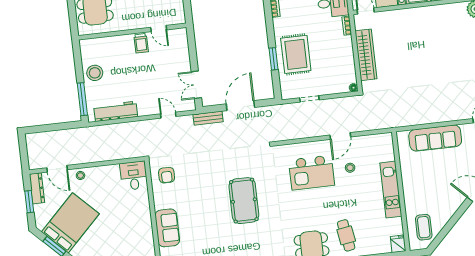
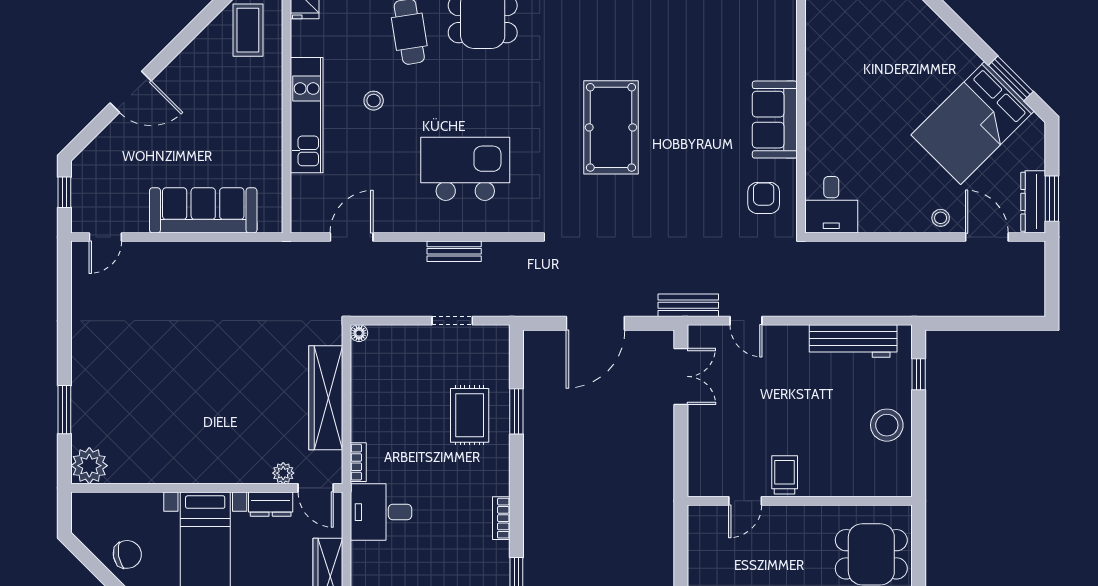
plant: (382, 16) -> (283, 473), added
door: (159, 29) -> (745, 501), swing flipped
rug: (296, 54) -> (470, 415), width x0.73, depth x0.70
window: (82, 99) -> (919, 374), width x0.46
bench: (208, 118) -> (688, 305), moved
bench: (312, 132) -> (454, 251), added
door: (340, 136) -> (352, 237), moved
stool: (350, 168) -> (374, 101), moved
window: (29, 202) -> (1052, 199), moved
sofa: (167, 228) -> (775, 120), moved

